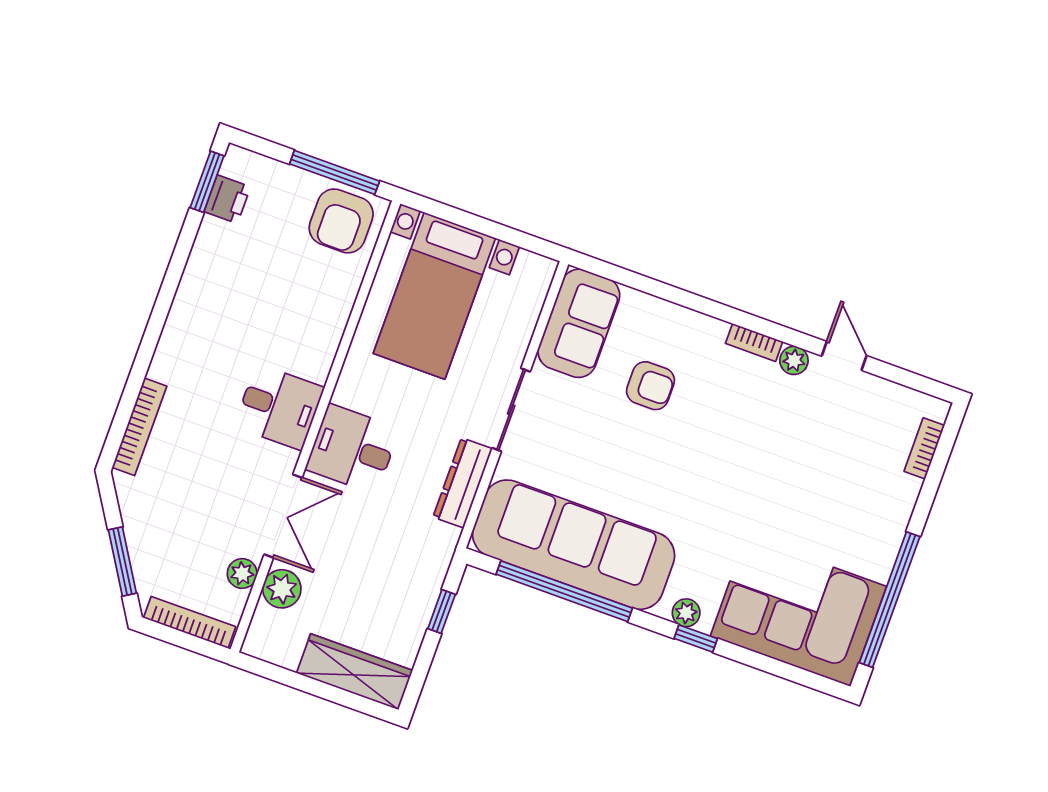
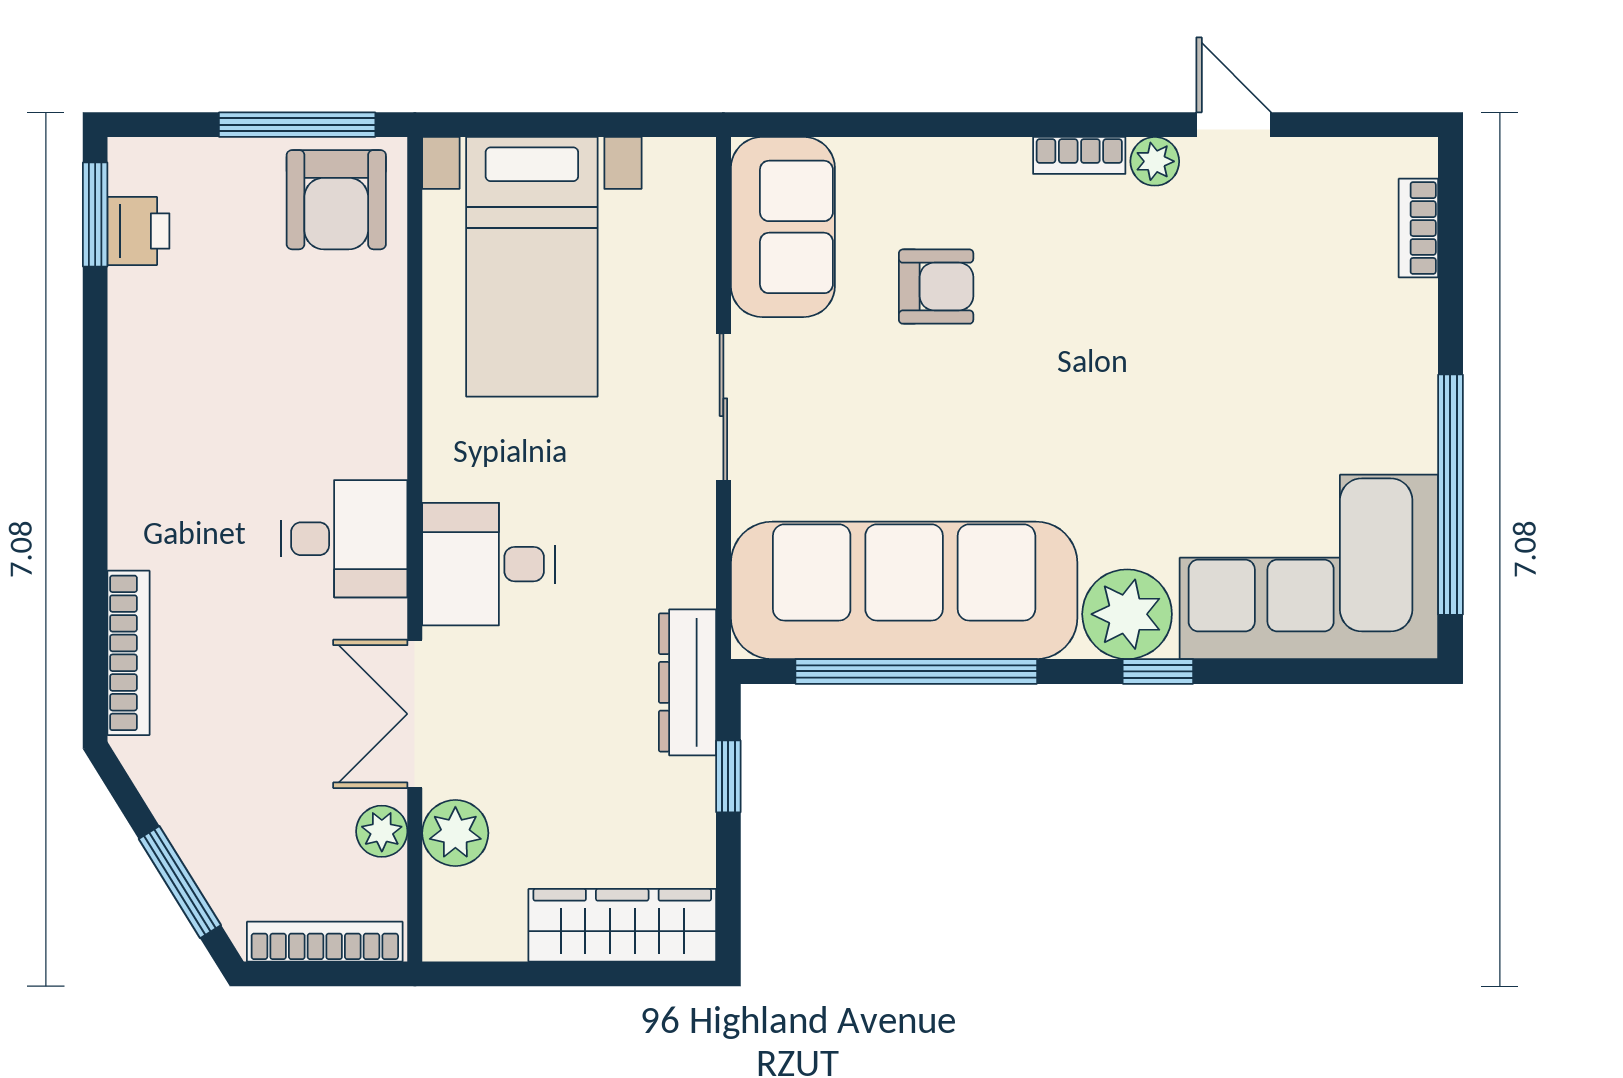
dresser: (463, 483) -> (687, 682), moved
double door: (283, 516) -> (415, 714), swing flipped
plant: (686, 613) -> (1127, 614), width x1.88, depth x1.88

